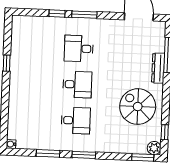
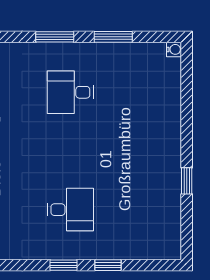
window: (84, 15) -> (63, 265), width x0.67
desk: (77, 85) -> (70, 151), removed

